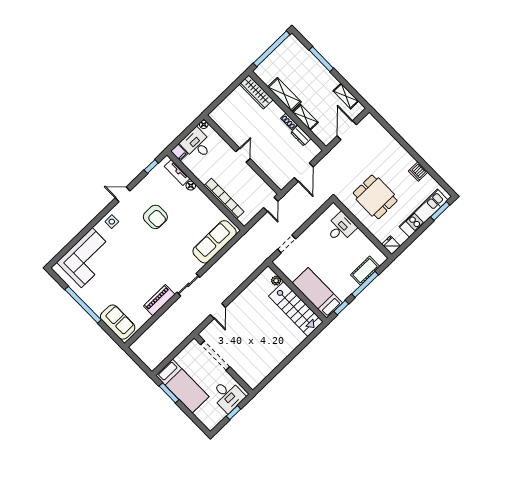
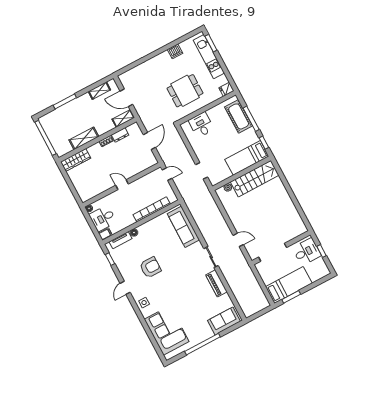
shelving: (305, 117) -> (123, 118), moved
door: (304, 172) -> (149, 141), hinge flipped
cot: (365, 271) -> (239, 116), width x1.37, depth x1.34

